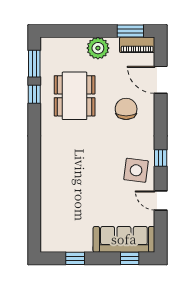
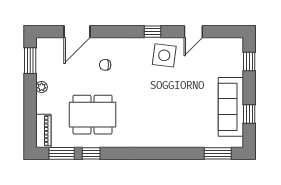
piano: (137, 45) -> (43, 131), moved
plant: (98, 48) -> (42, 87), width x0.53, depth x0.53
chair: (126, 109) -> (105, 65), width x0.54, depth x0.54
window: (34, 226) -> (218, 153), added
sofa: (124, 239) -> (231, 107), moved

